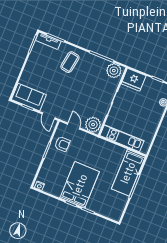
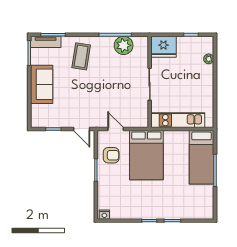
plant: (114, 71) -> (124, 45), moved
sofa: (29, 97) -> (42, 84), moved, turned 90
plant: (93, 125) -> (138, 118), removed
bed: (80, 185) -> (146, 155), moved, turned 180

